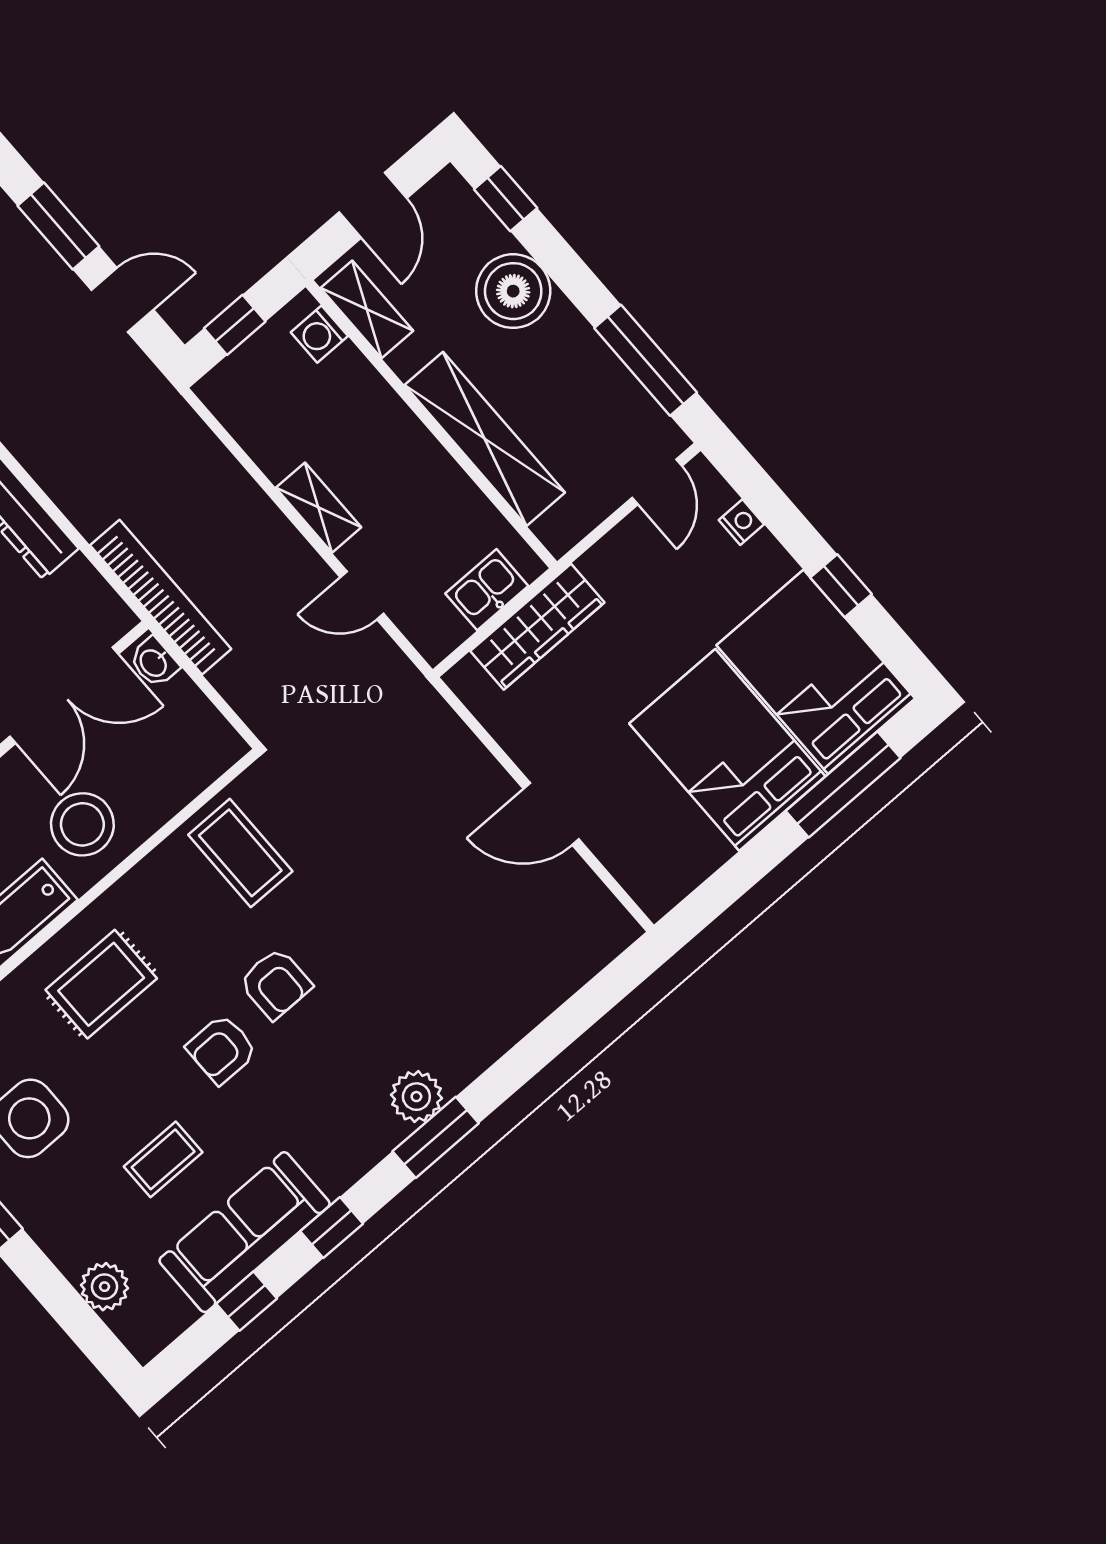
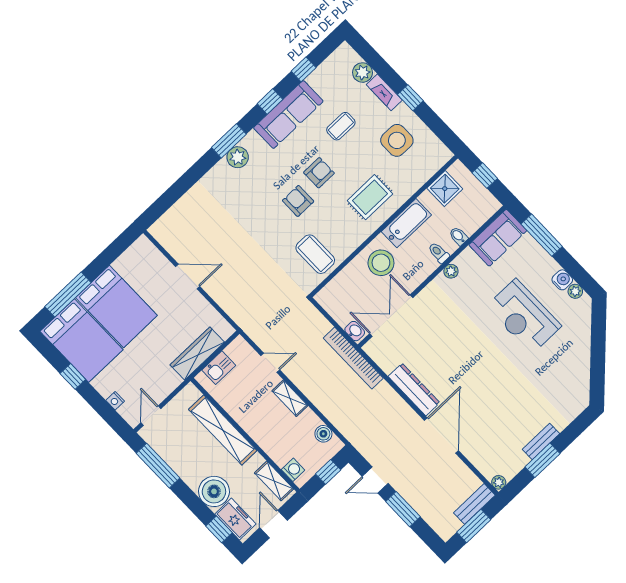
freezer: (465, 222) -> (235, 519), added
boiler: (242, 418) -> (323, 434), added
sofa: (245, 1232) -> (288, 115), moved
fireplace: (54, 1236) -> (384, 92), added

